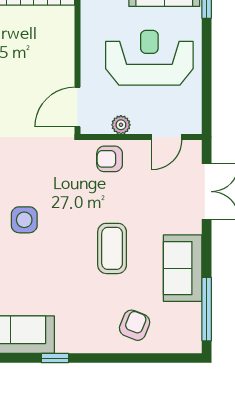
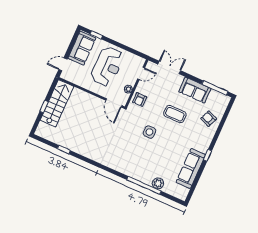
reception desk: (149, 58) -> (107, 66), turned 180
door: (167, 137) -> (141, 73), hinge flipped
side table: (24, 220) -> (149, 132), moved

